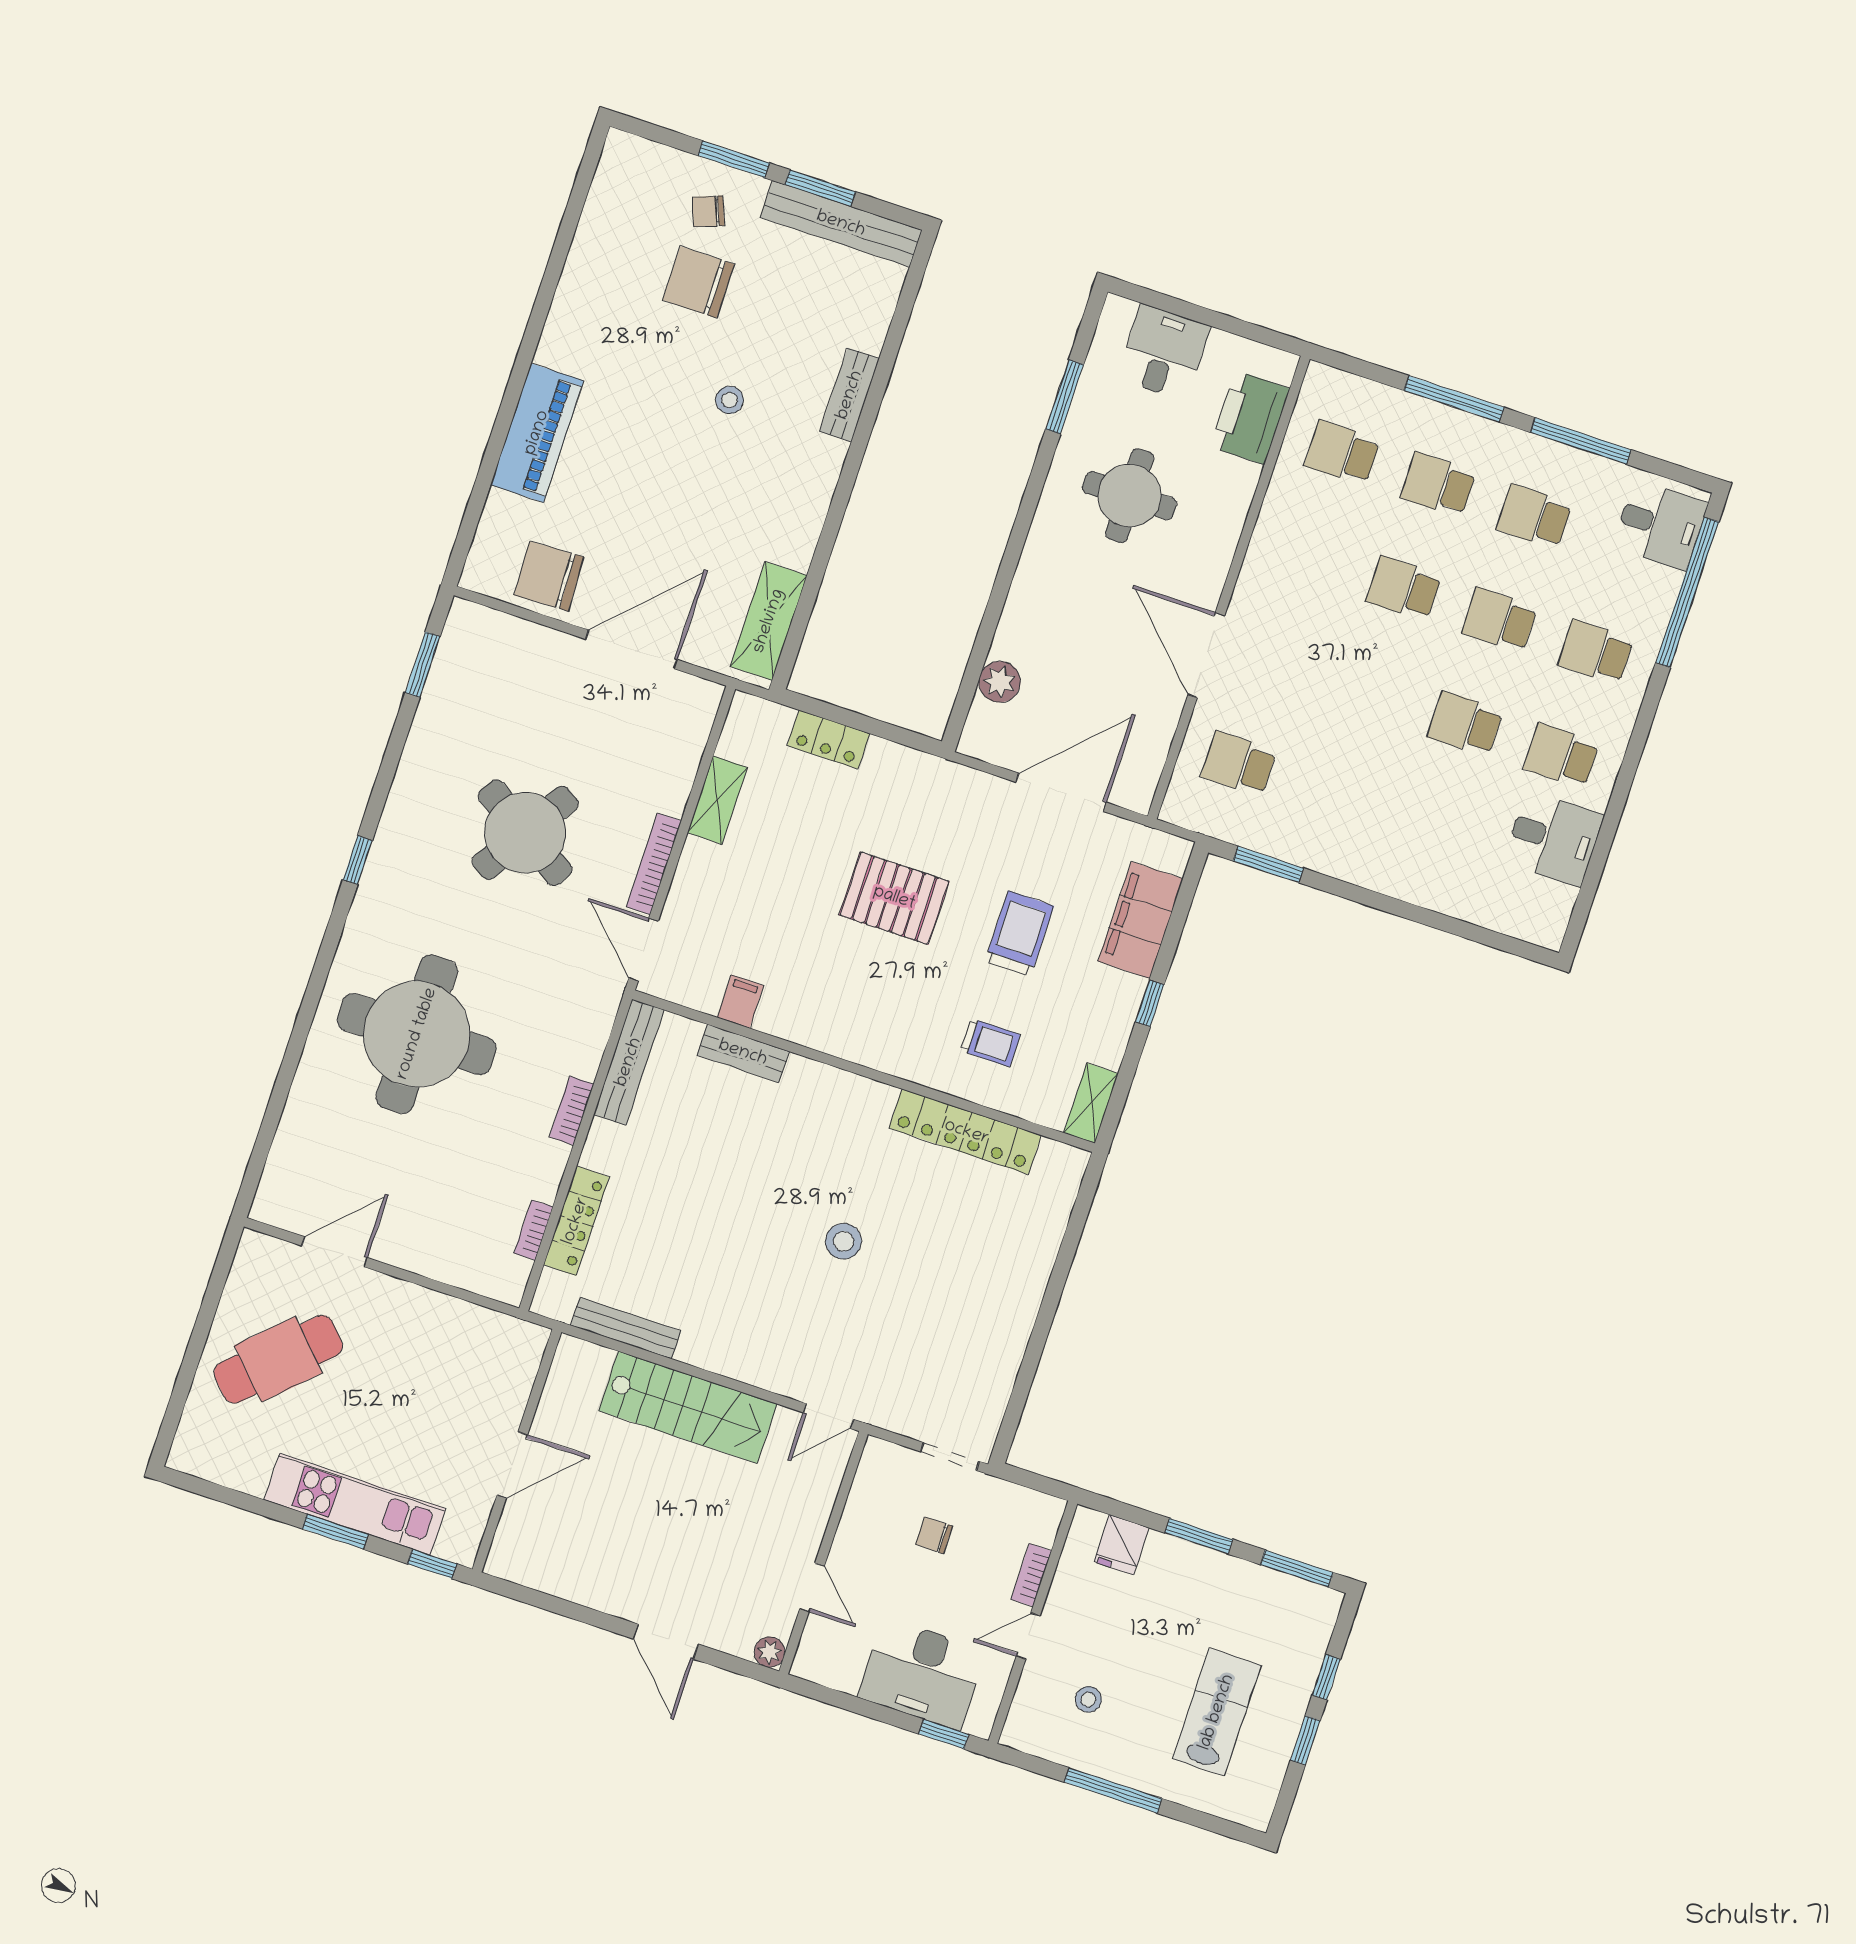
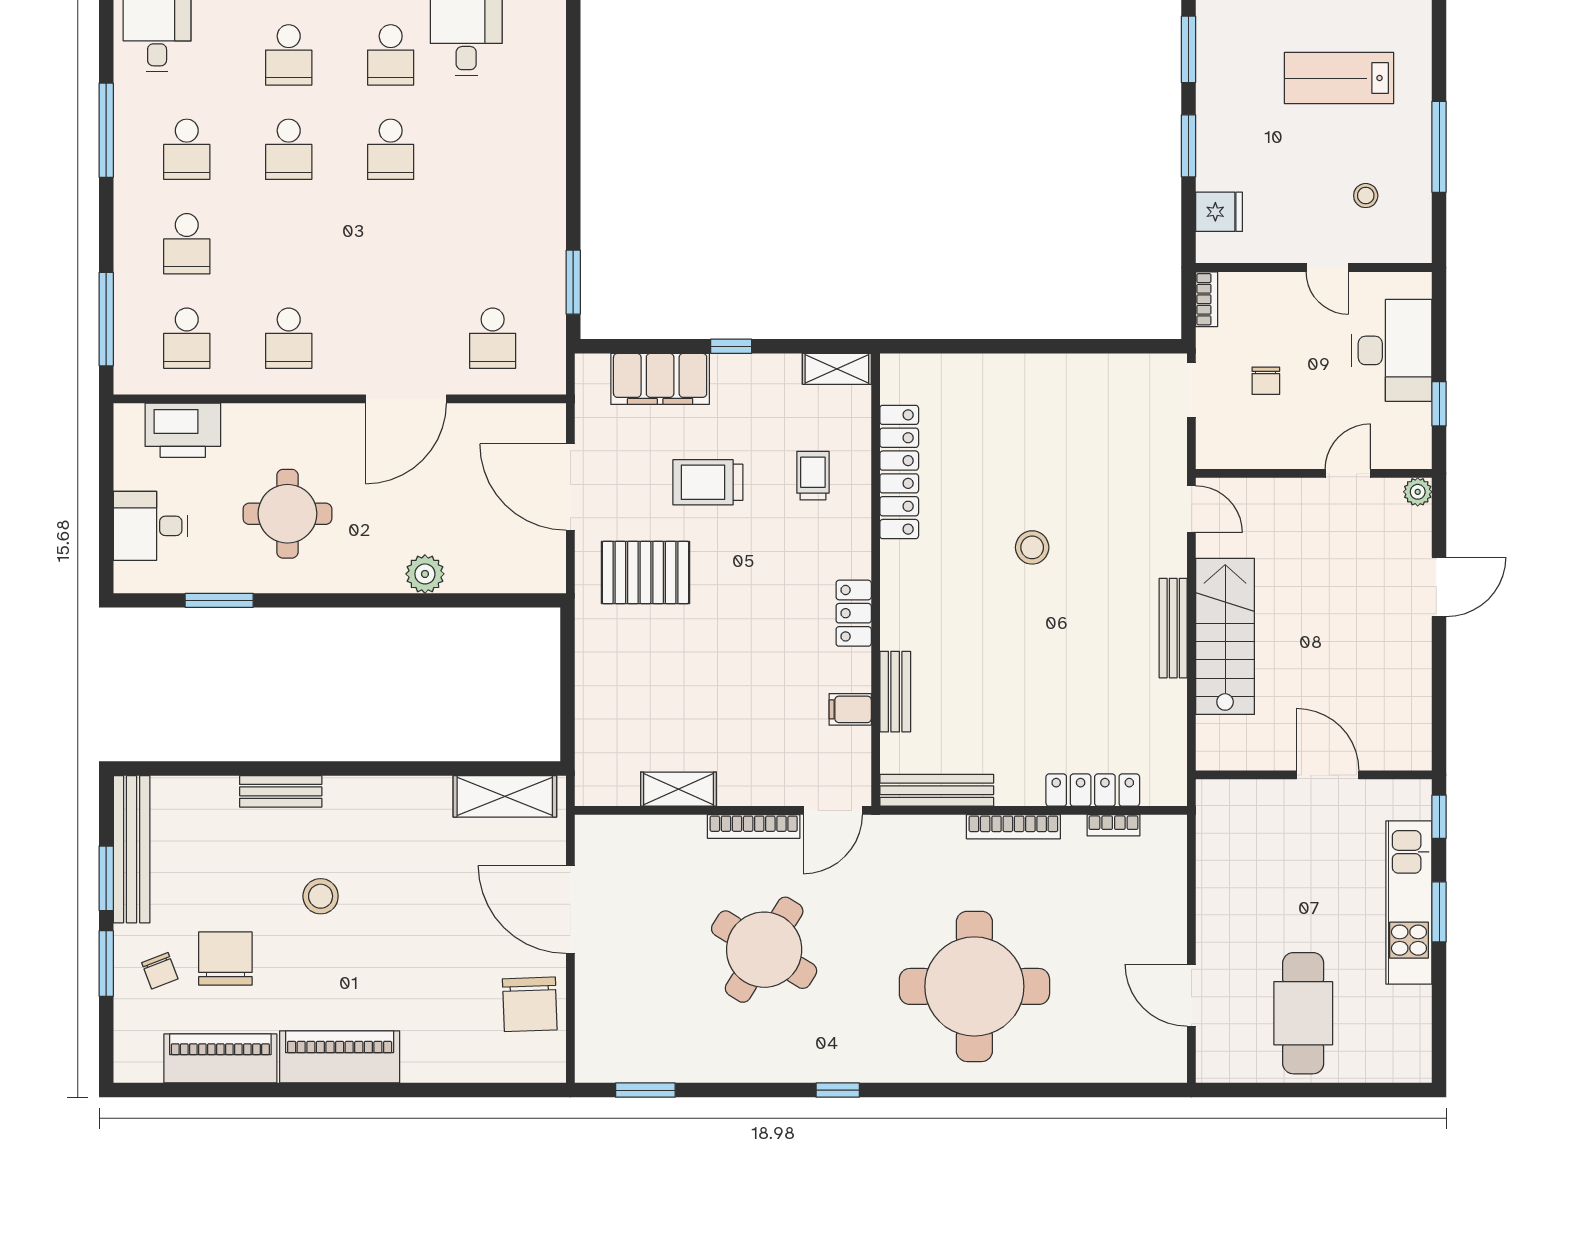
piano: (598, 243) -> (220, 1058), added
chair: (698, 282) -> (225, 959), turned 180
window: (1454, 399) -> (106, 319), moved
stool: (729, 400) -> (321, 896), width x1.37, depth x1.37
piano: (537, 433) -> (340, 1057), moved
school desk: (1404, 588) -> (289, 338), moved
plant: (1000, 682) -> (425, 574), moved
locker: (828, 740) -> (854, 613), moved, turned 180
pallet: (894, 898) -> (645, 573), moved, turned 90
bookcase: (572, 1111) -> (1013, 827), width x1.56
bench: (626, 1328) -> (1173, 628), moved
cafe table: (278, 1359) -> (1303, 1013), turned 44
bookcase: (1031, 1575) -> (1207, 299), moved, turned -90
window: (944, 1734) -> (1439, 404), moved

